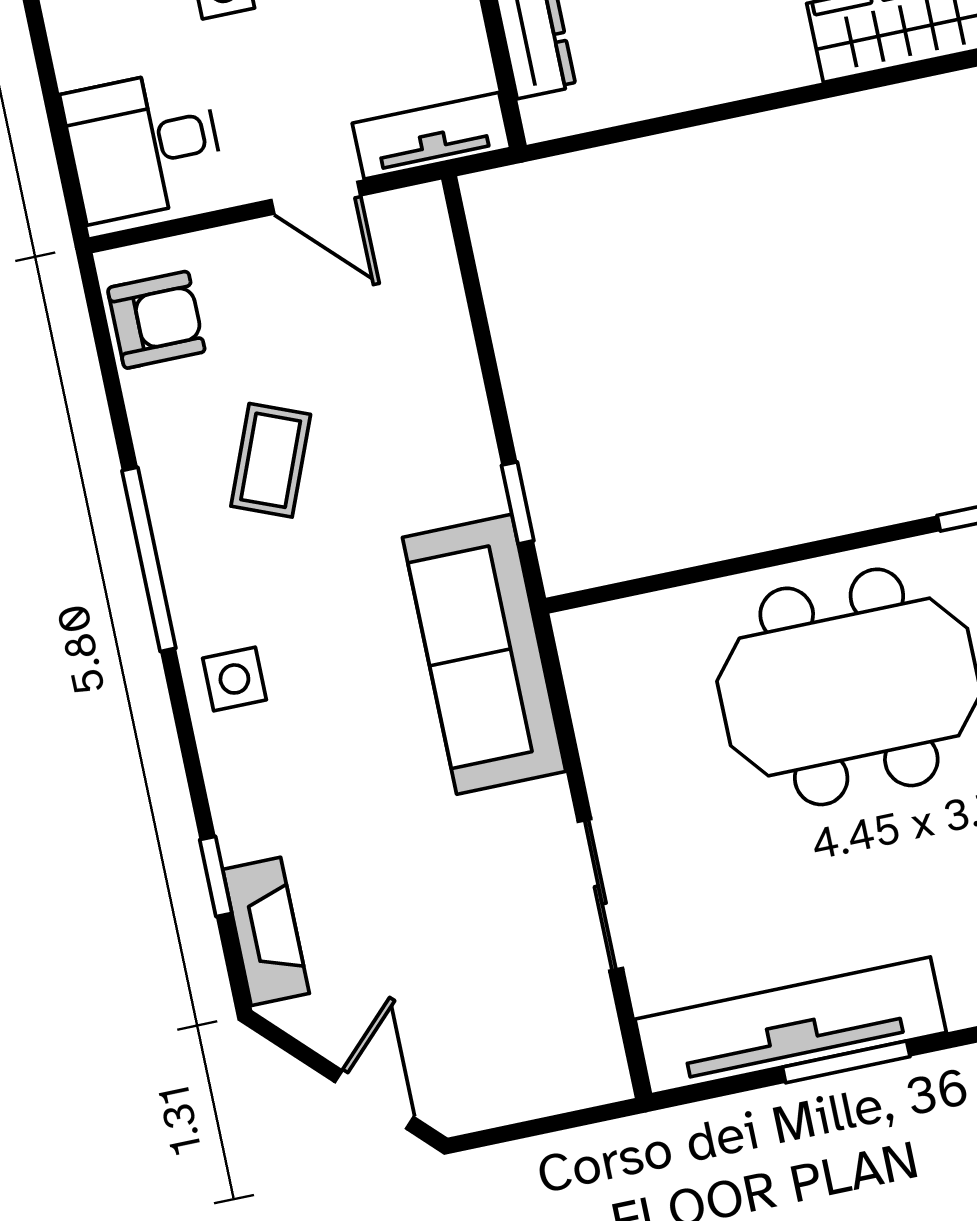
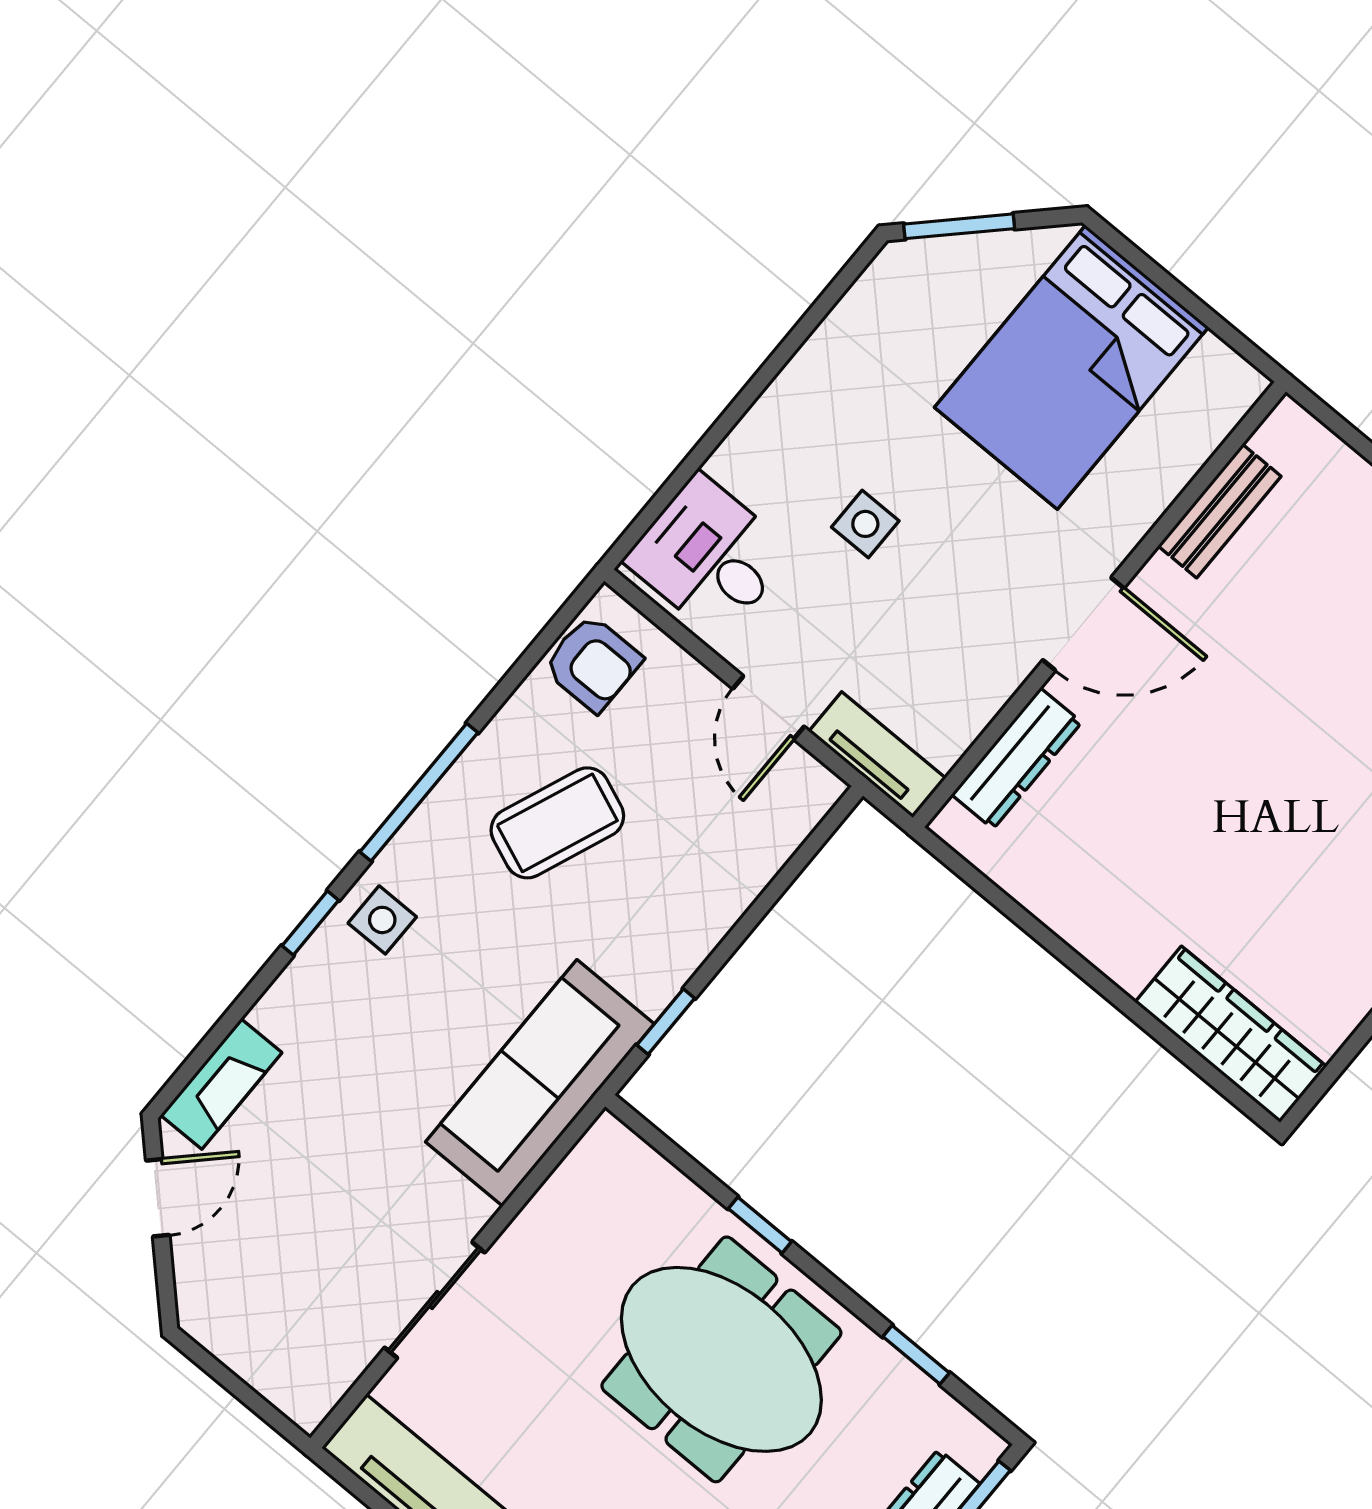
coffee table: (271, 460) -> (557, 823), width x1.36, depth x1.30
window: (759, 561) -> (760, 1225), added
window: (216, 876) -> (310, 923), moved
door: (374, 1100) -> (158, 1198), moved

